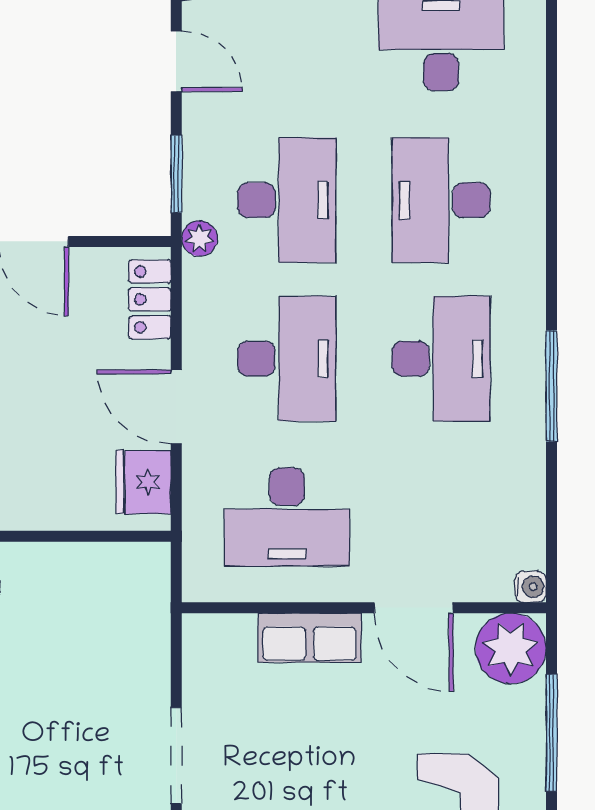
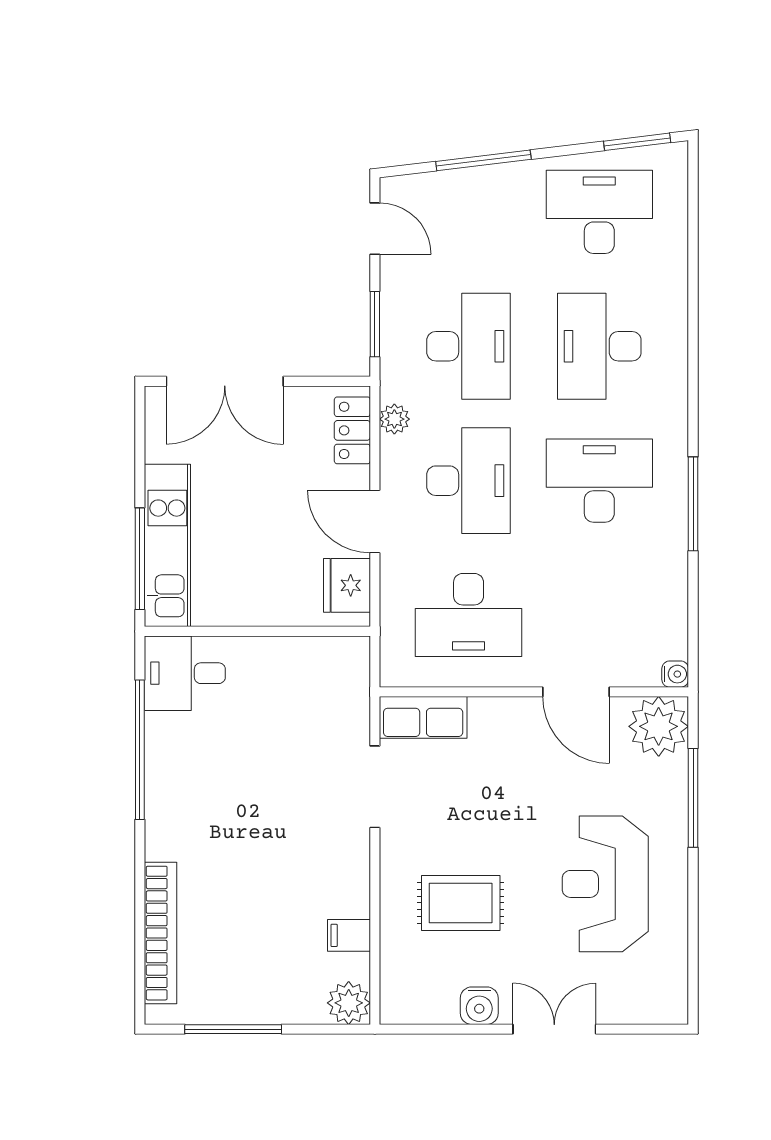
plant: (199, 238) -> (394, 419), moved
desk: (441, 359) -> (599, 481), turned -90
row of seats: (309, 638) -> (423, 717), moved
doorway: (176, 756) -> (375, 787), moved

